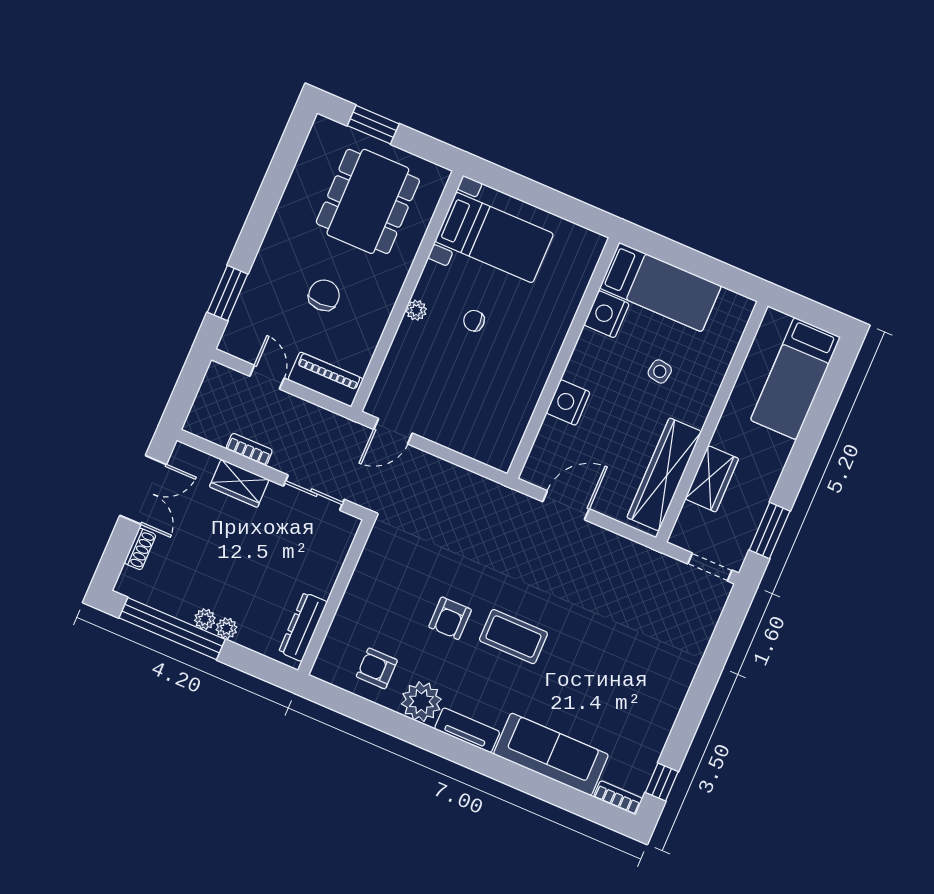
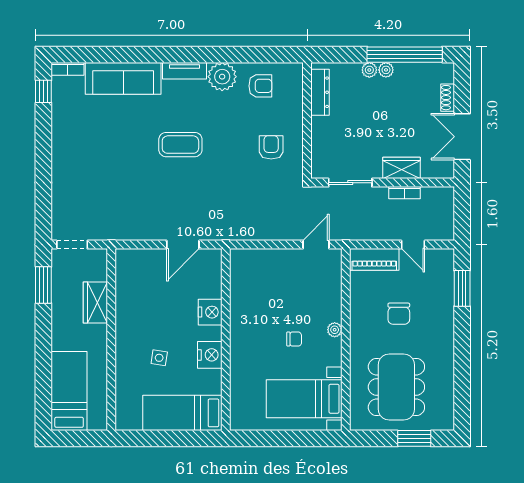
nightstand: (607, 314) -> (210, 355), moved
wardrobe: (664, 474) -> (128, 292), removed
armchair: (450, 618) -> (271, 147), moved

